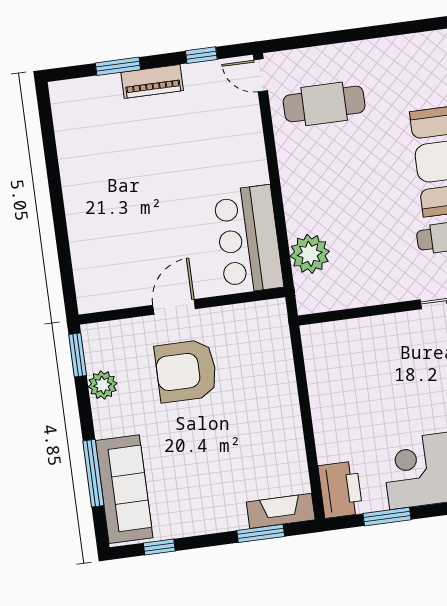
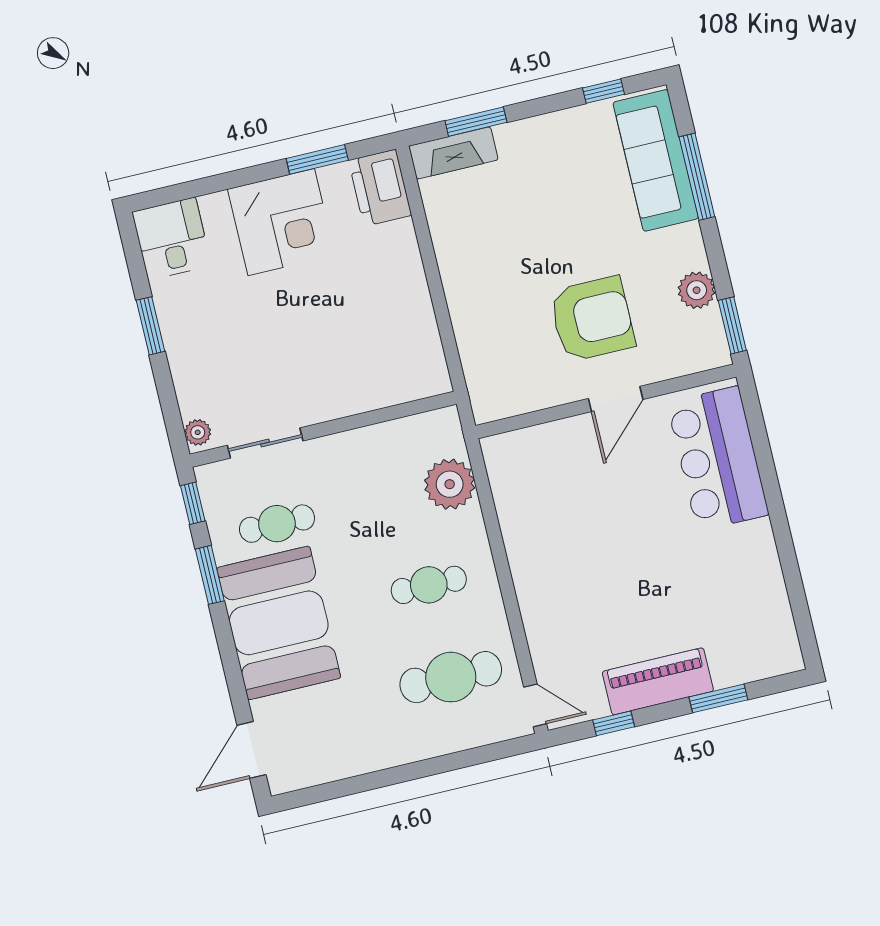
piano: (152, 81) -> (658, 681), width x1.37, depth x1.33
cafe table: (334, 177) -> (429, 585), added
bar counter: (248, 239) -> (718, 459), moved, turned 180

